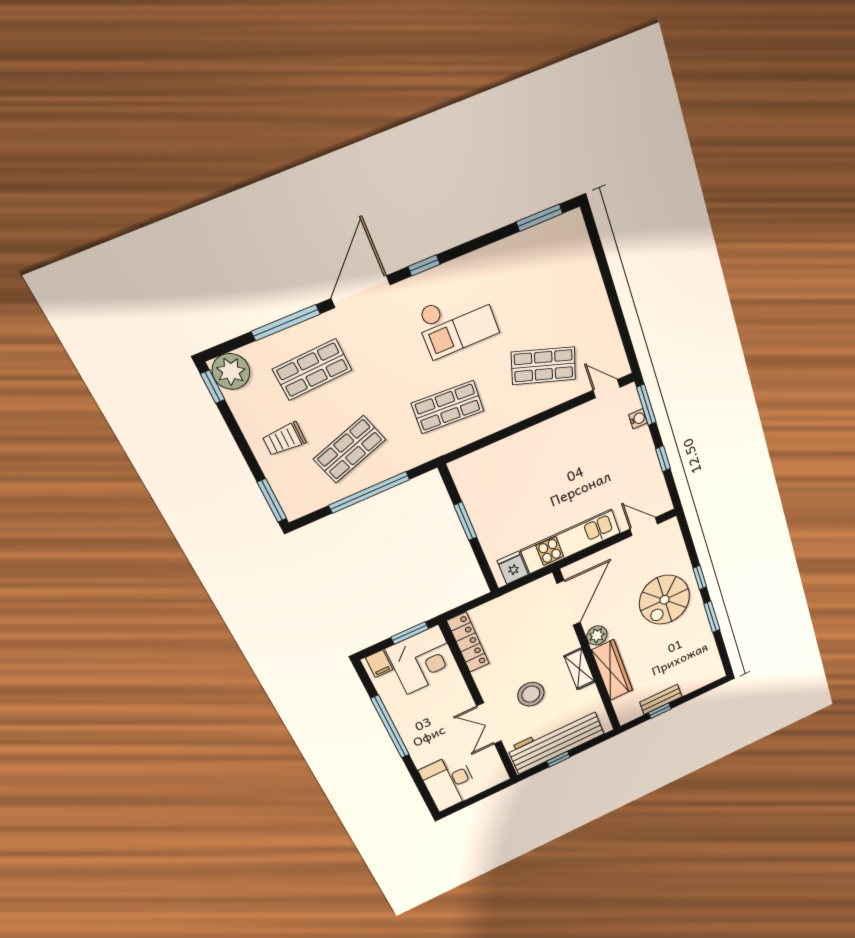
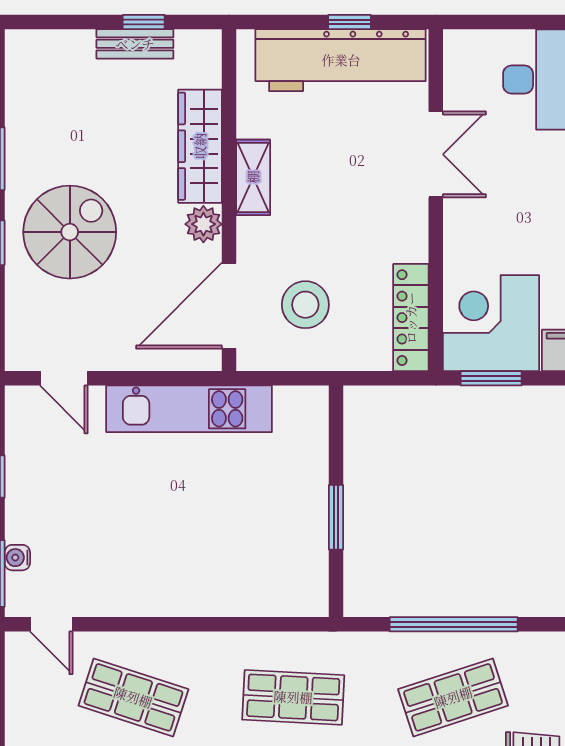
fridge: (513, 568) -> (294, 409), removed
stool: (531, 694) -> (305, 305), moved

